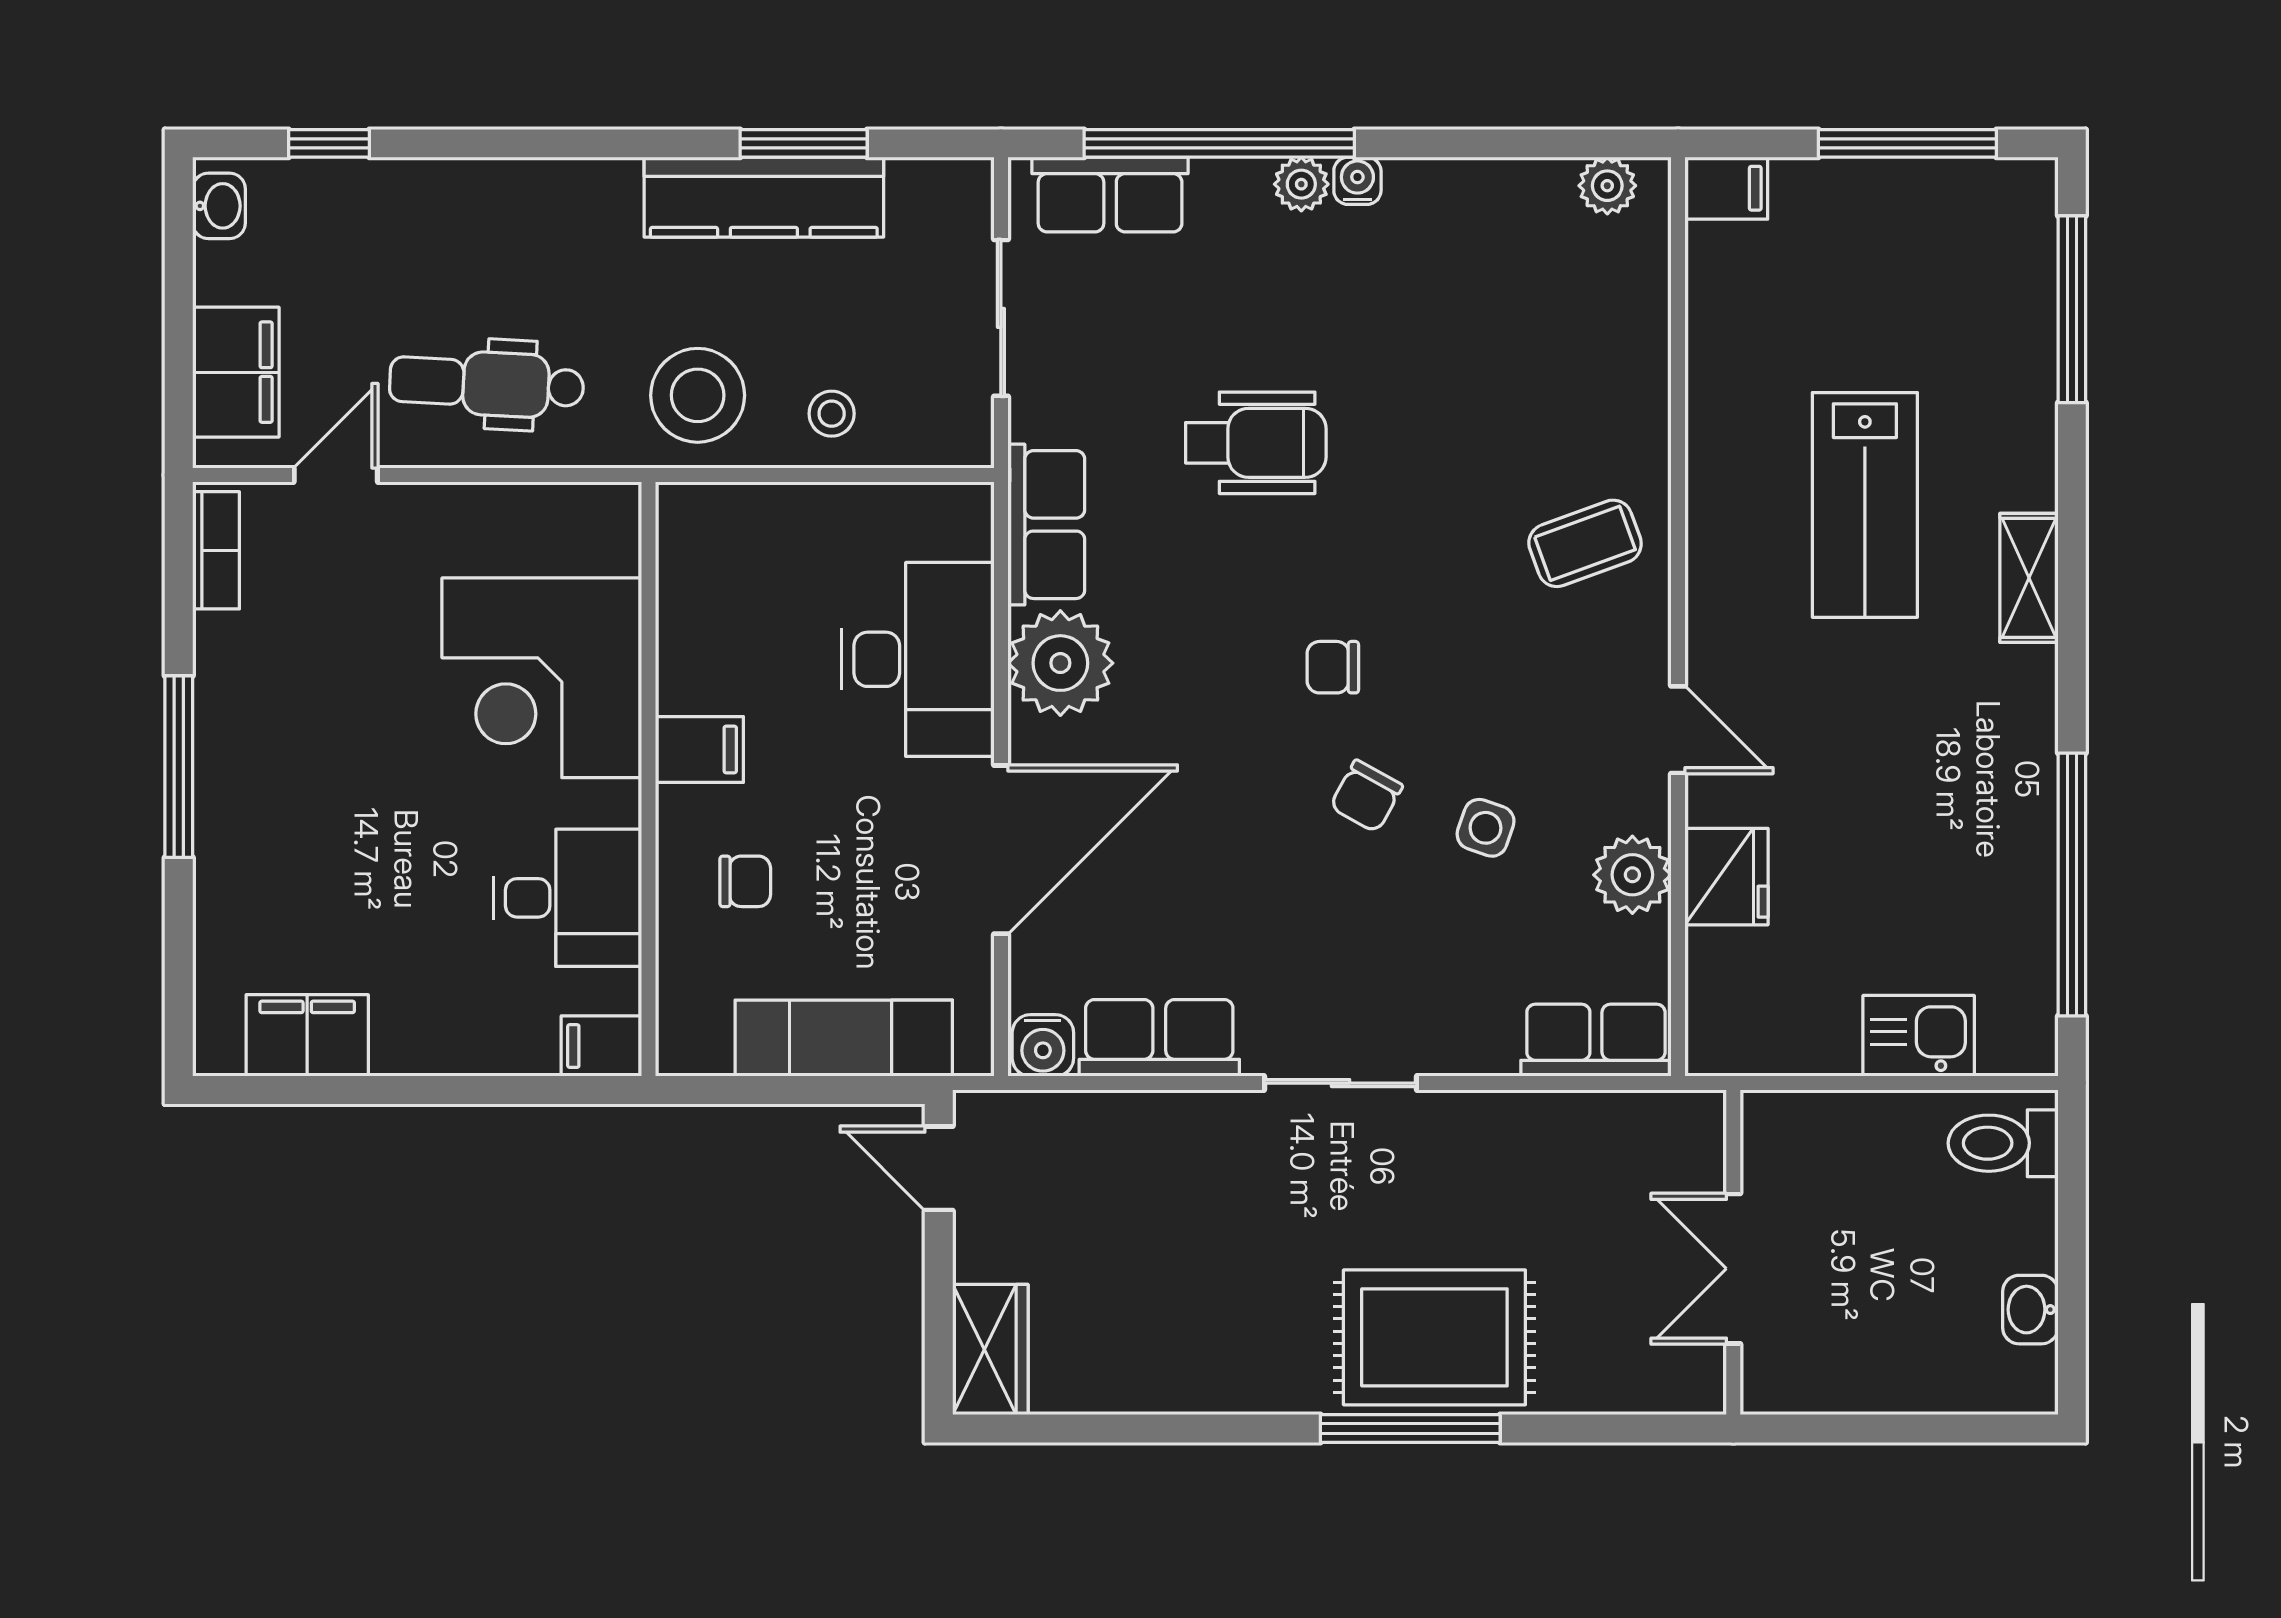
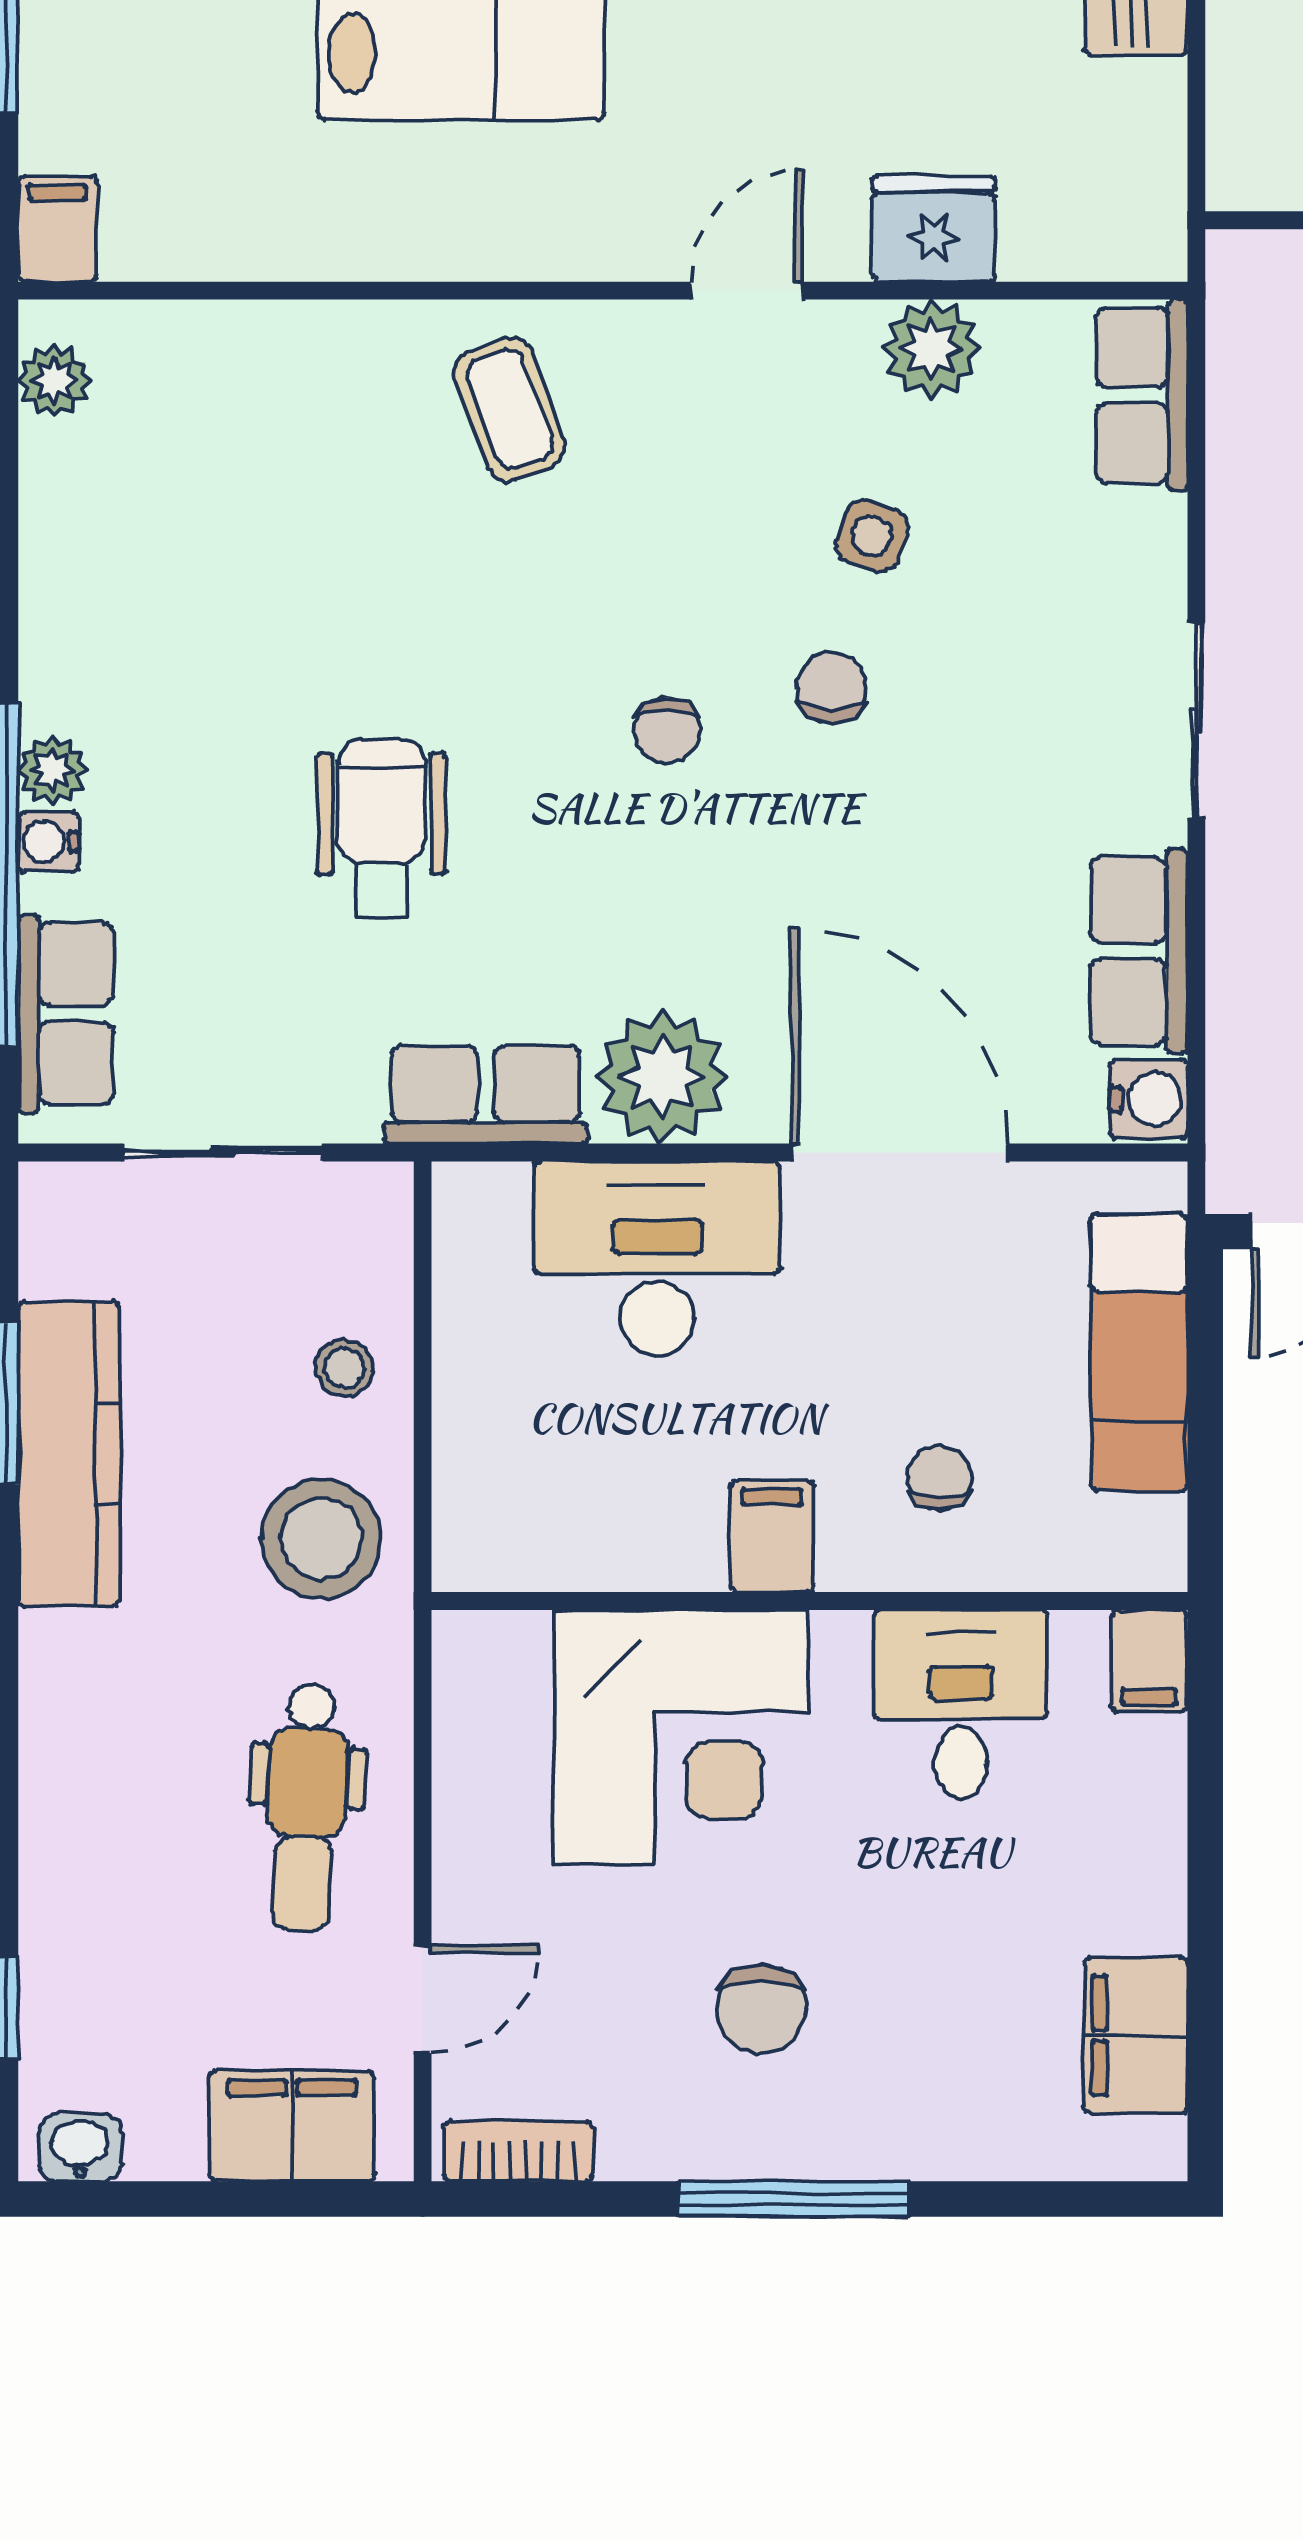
water cooler: (1357, 181) -> (48, 842), moved
door: (336, 475) -> (423, 1999), swing flipped
chair: (328, 742) -> (762, 2009), added
chair: (1366, 796) -> (831, 687), turned -119

